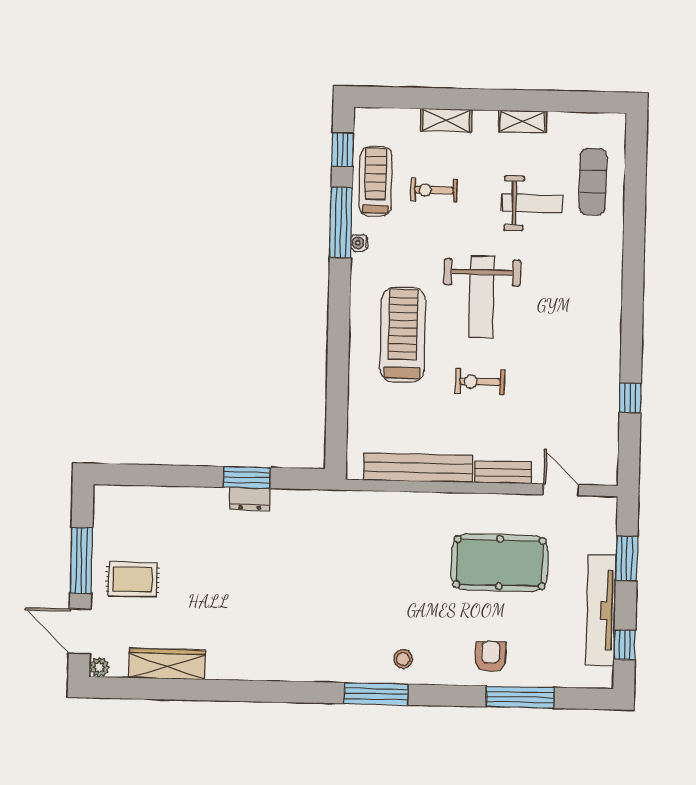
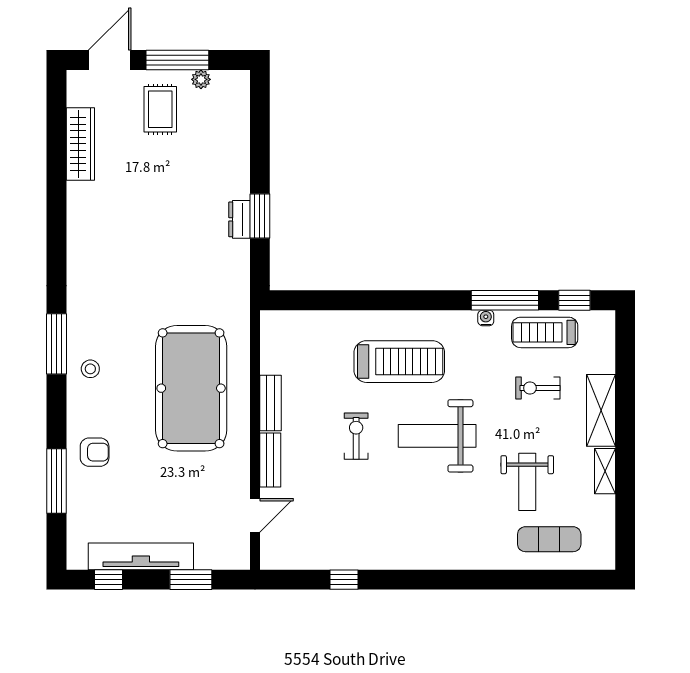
shelving: (446, 120) -> (601, 410), width x1.50, depth x1.33
treadmill: (376, 181) -> (545, 332), turned 180
exercise bike: (434, 190) -> (538, 388), turned -90
bench: (418, 468) -> (271, 403), width x0.54, depth x0.82
pool table: (500, 563) -> (191, 388), moved, width x1.36, depth x1.32
plant: (99, 667) -> (201, 79), moved

